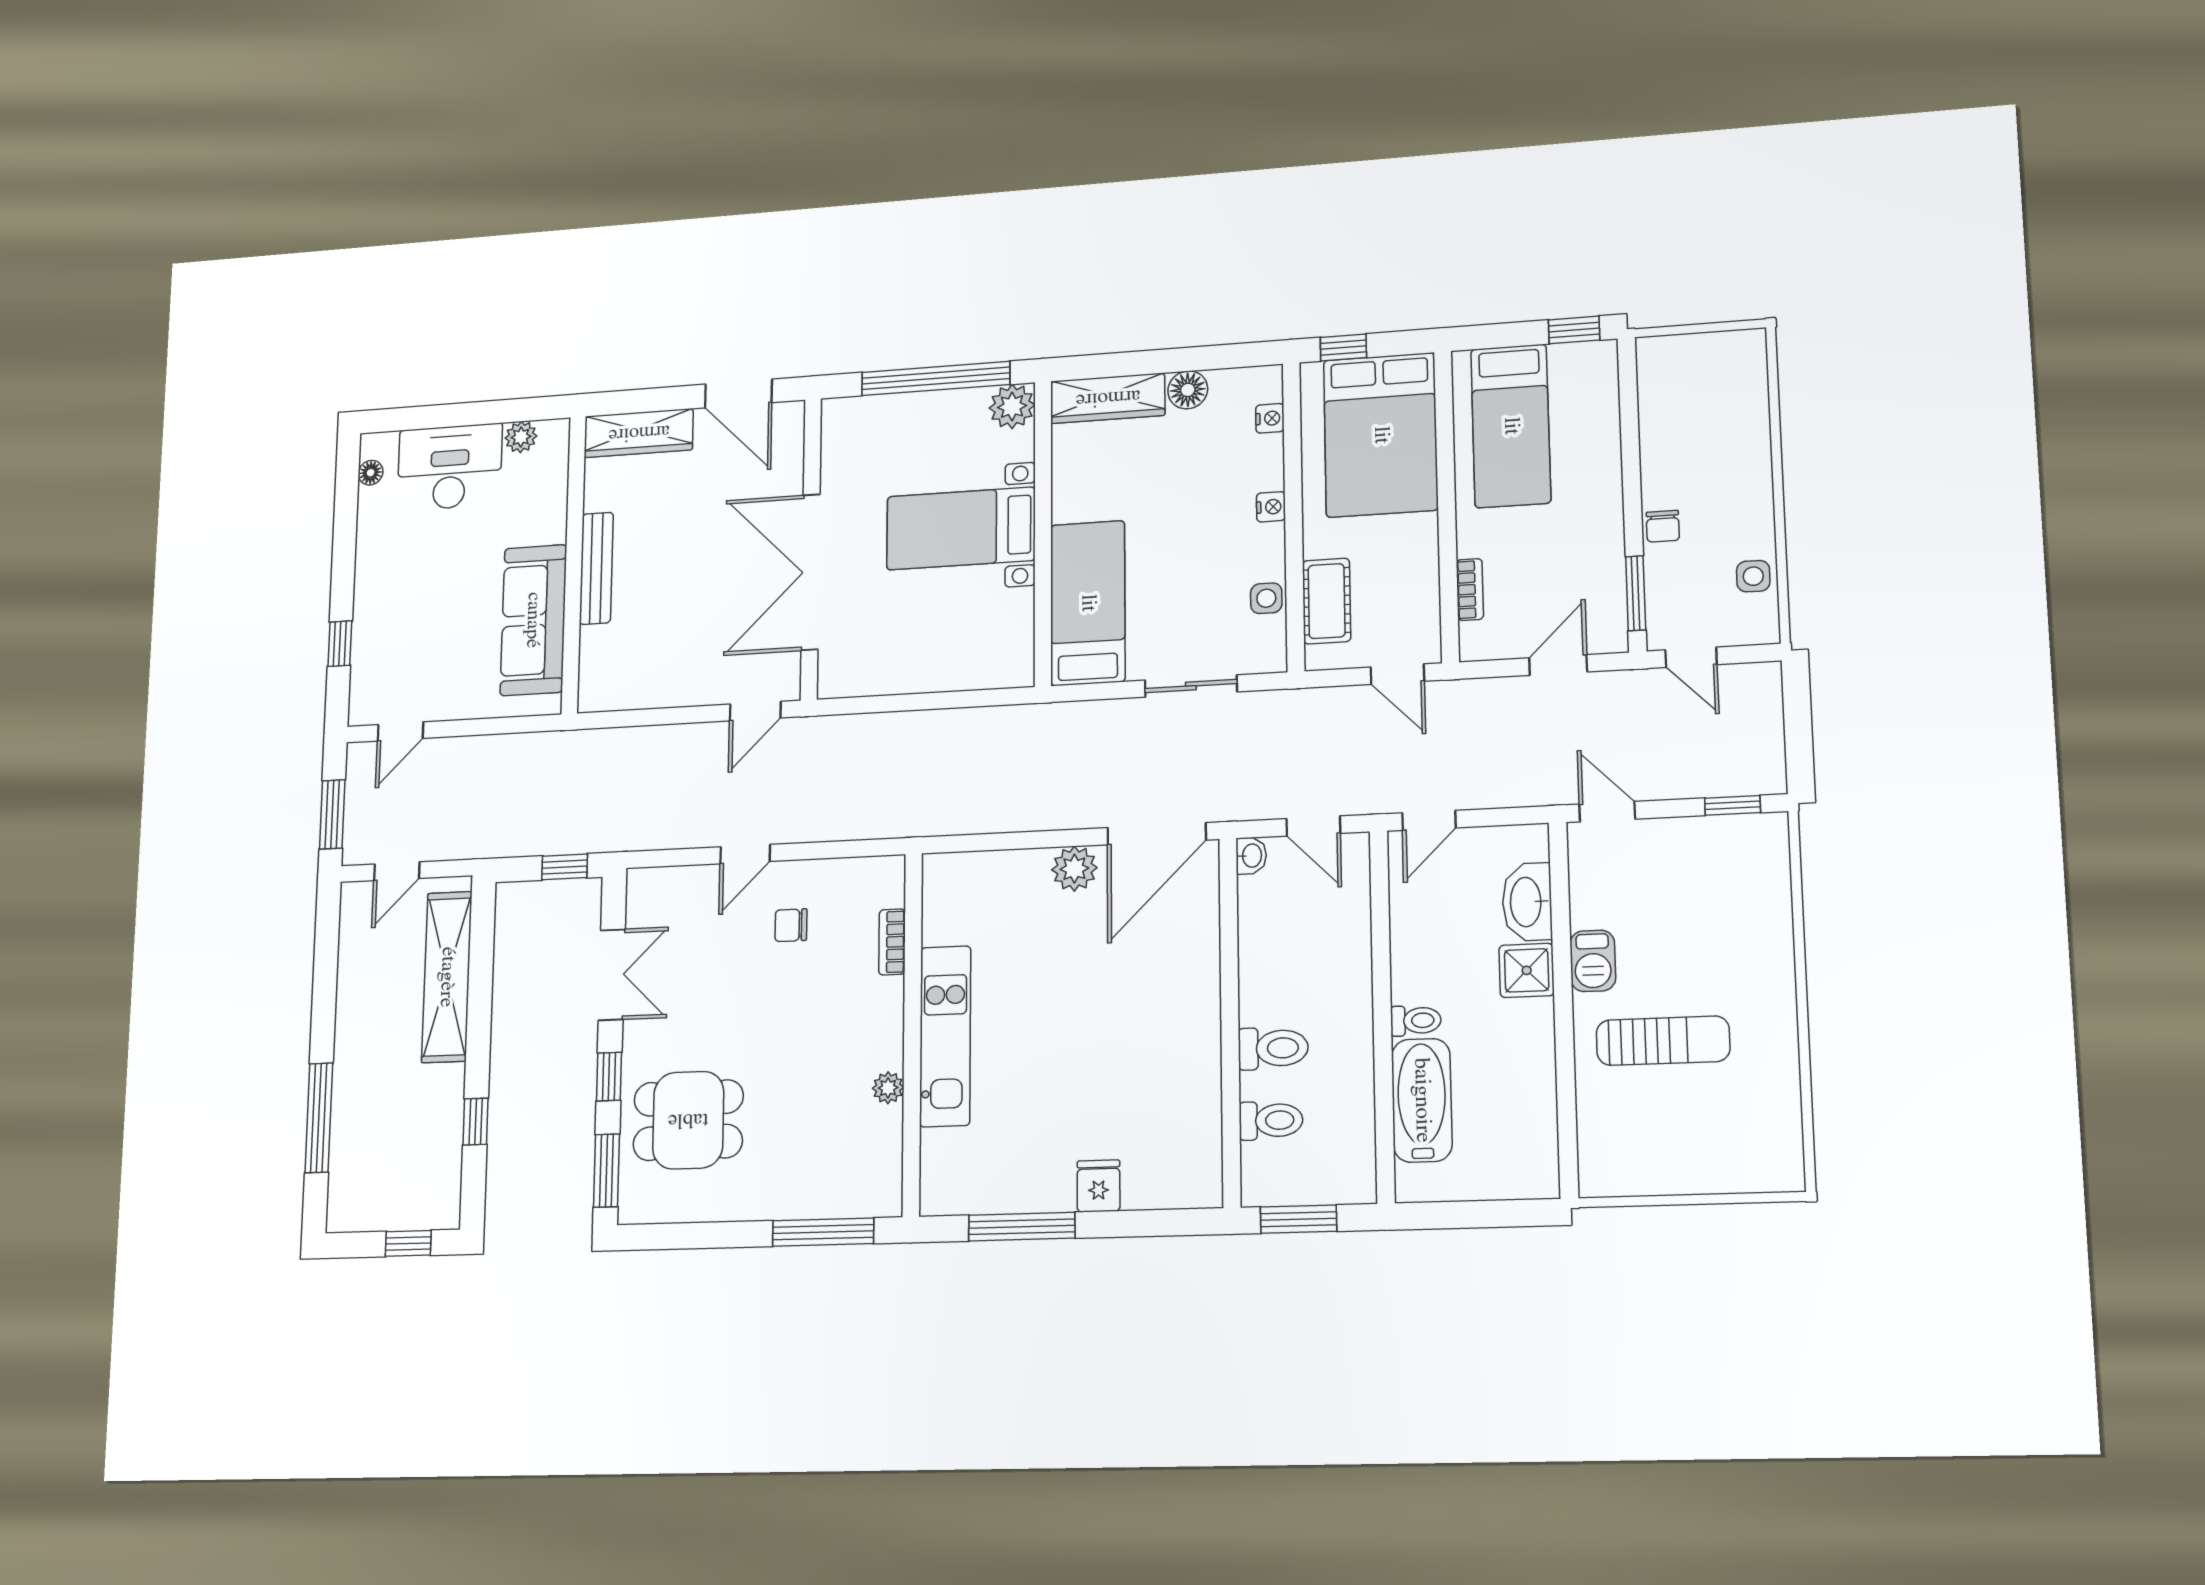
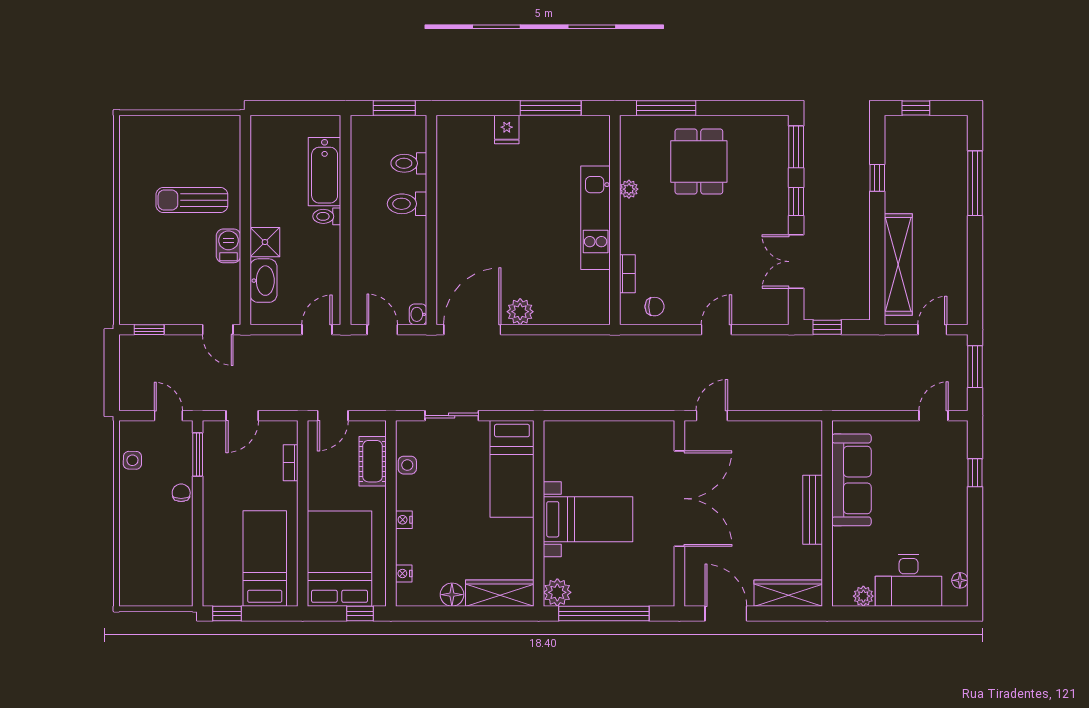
door: (1397, 674) -> (333, 416), swing flipped
chair: (791, 925) -> (655, 307), moved
dining table: (688, 1120) -> (699, 162), moved, turned 90

